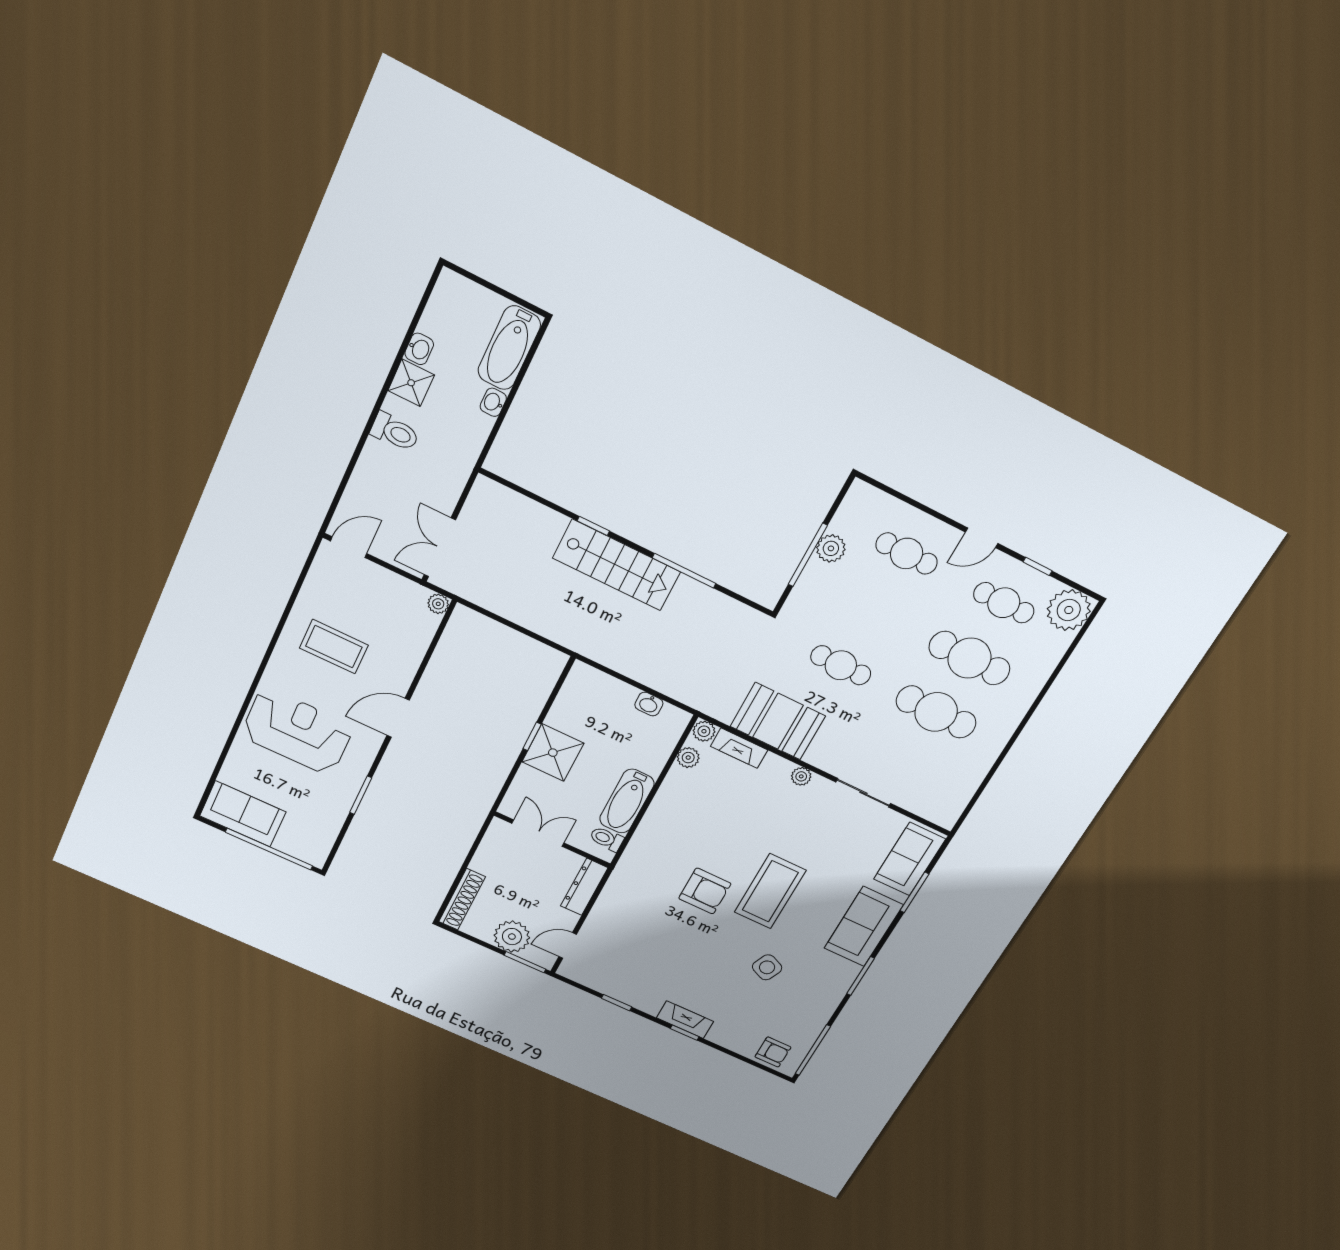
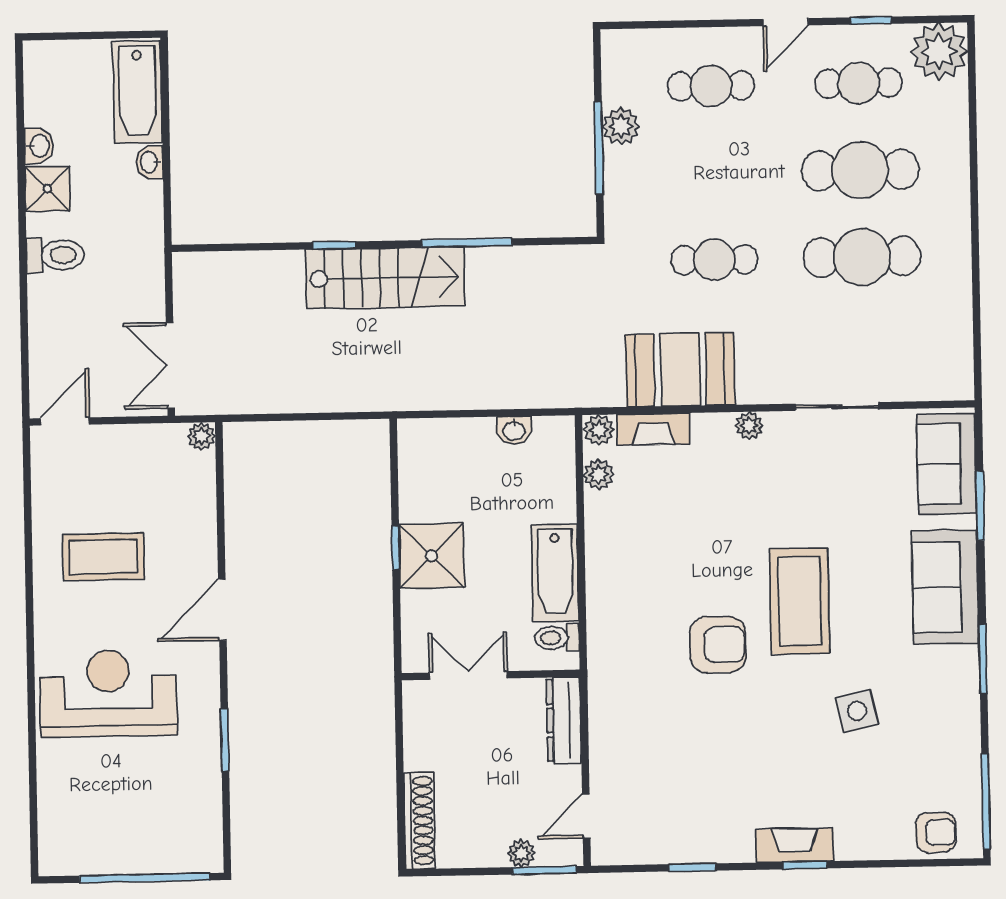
sofa: (243, 814) -> (91, 845), removed
plant: (512, 937) -> (521, 853), width x0.53, depth x0.53
side table: (767, 967) -> (857, 711), turned -37

